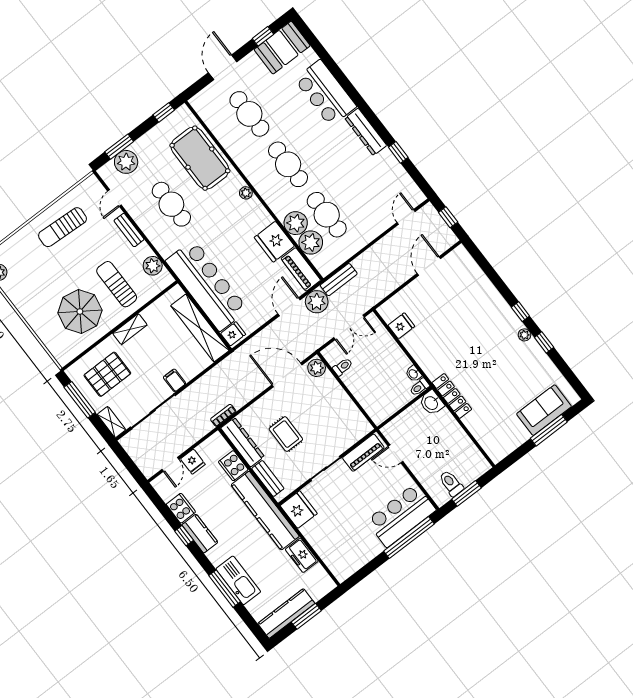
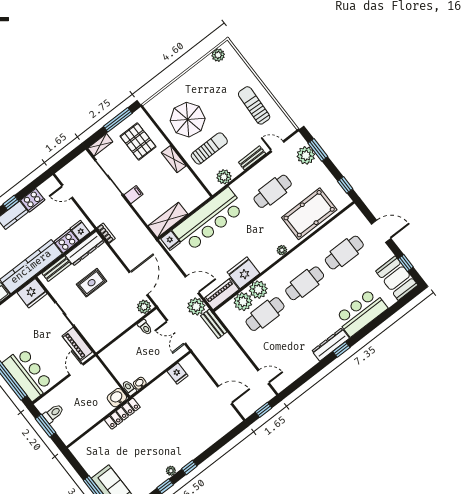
window: (398, 152) -> (341, 350), moved
shelving: (200, 328) -> (168, 220), width x0.68
fridge: (193, 462) -> (80, 230), moved, turned 90

